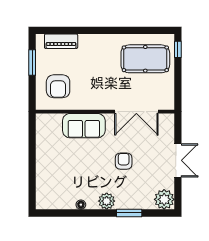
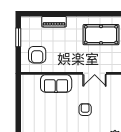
piano: (61, 41) -> (54, 22), moved
double door: (136, 112) -> (95, 73), width x0.73

